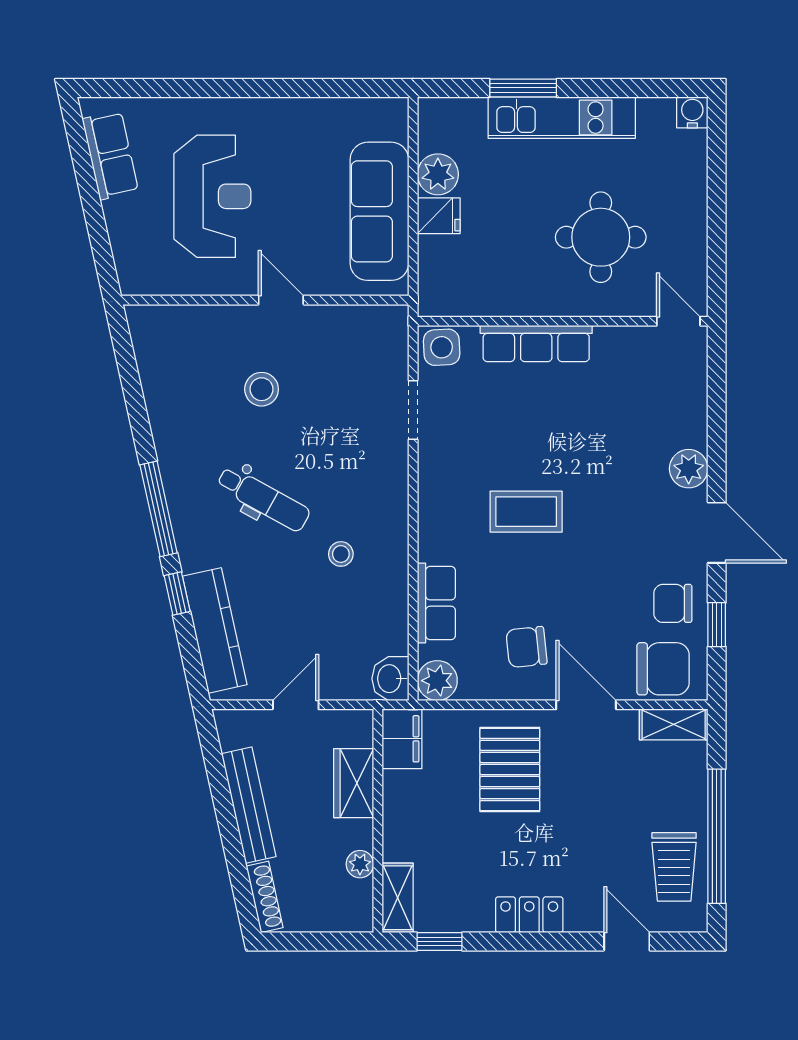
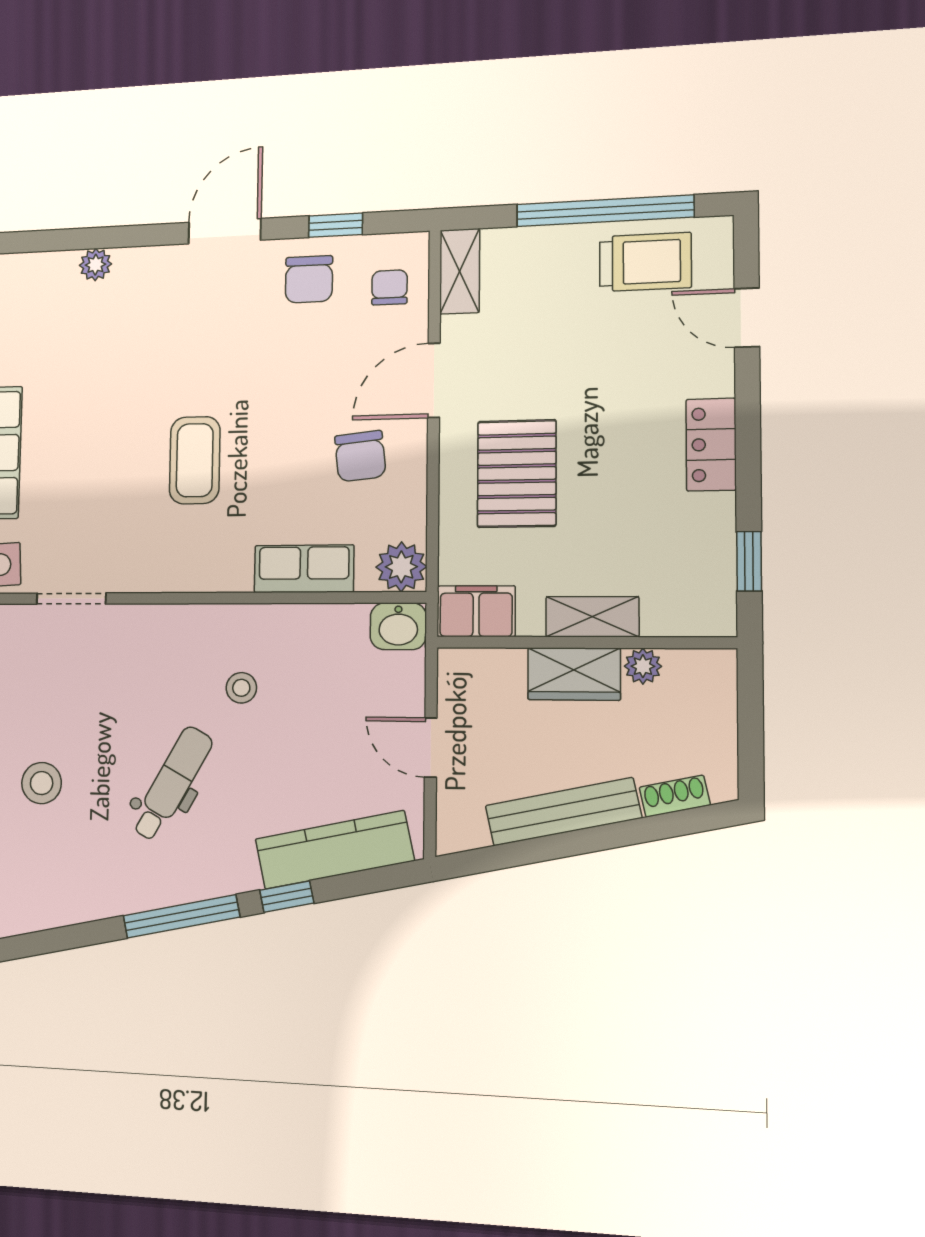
plant: (689, 469) -> (96, 265), moved, width x0.73, depth x0.73
chair: (663, 669) -> (390, 287), width x0.54, depth x0.54
pallet: (510, 769) -> (517, 474), turned 90
wardrobe: (354, 783) -> (574, 674), moved
shoe rack: (265, 897) -> (675, 796), width x0.70
shelving: (398, 898) -> (592, 617), moved
door: (627, 942) -> (747, 318), hinge flipped

